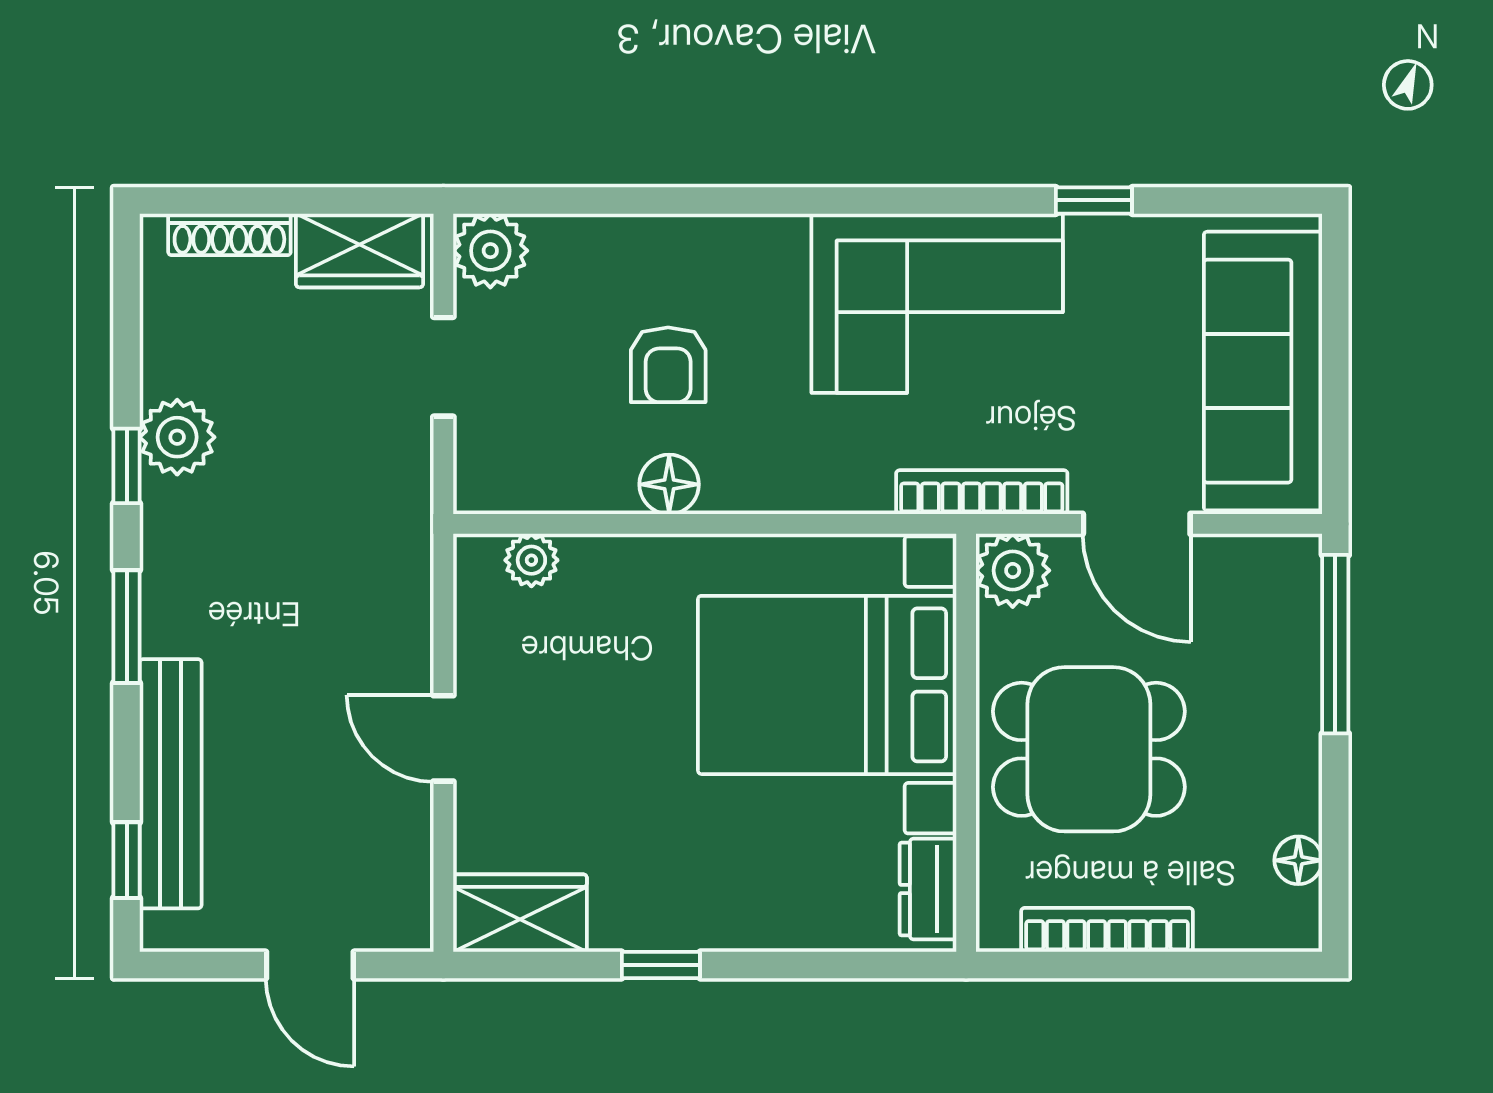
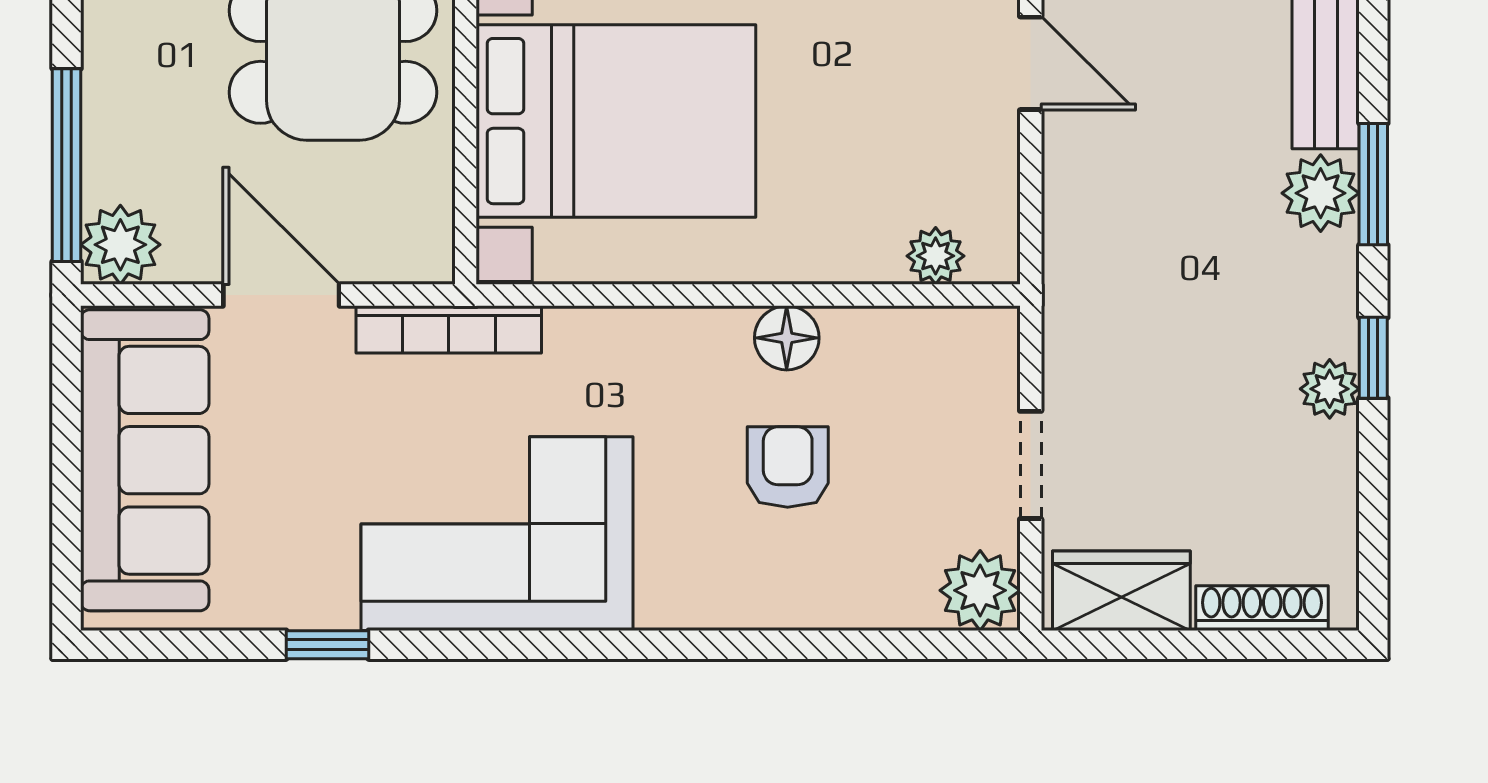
plant: (177, 437) -> (1330, 389), width x0.73, depth x0.73
plant: (1013, 570) -> (120, 245), moved
plant: (175, 618) -> (1321, 193), added

